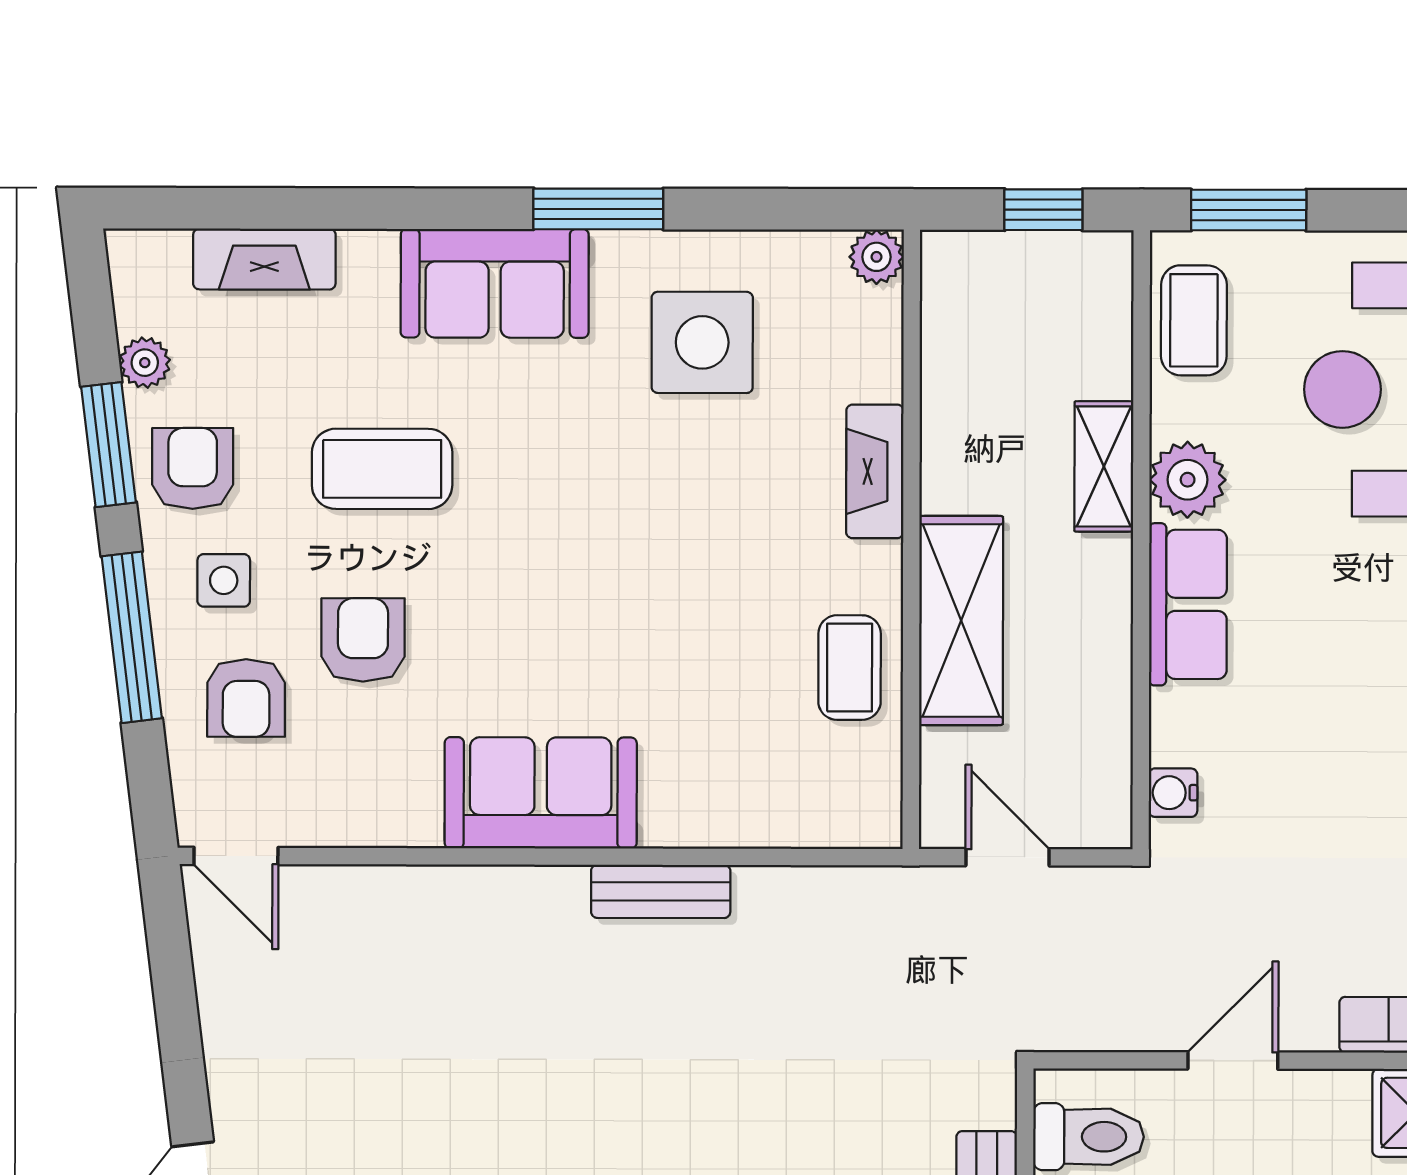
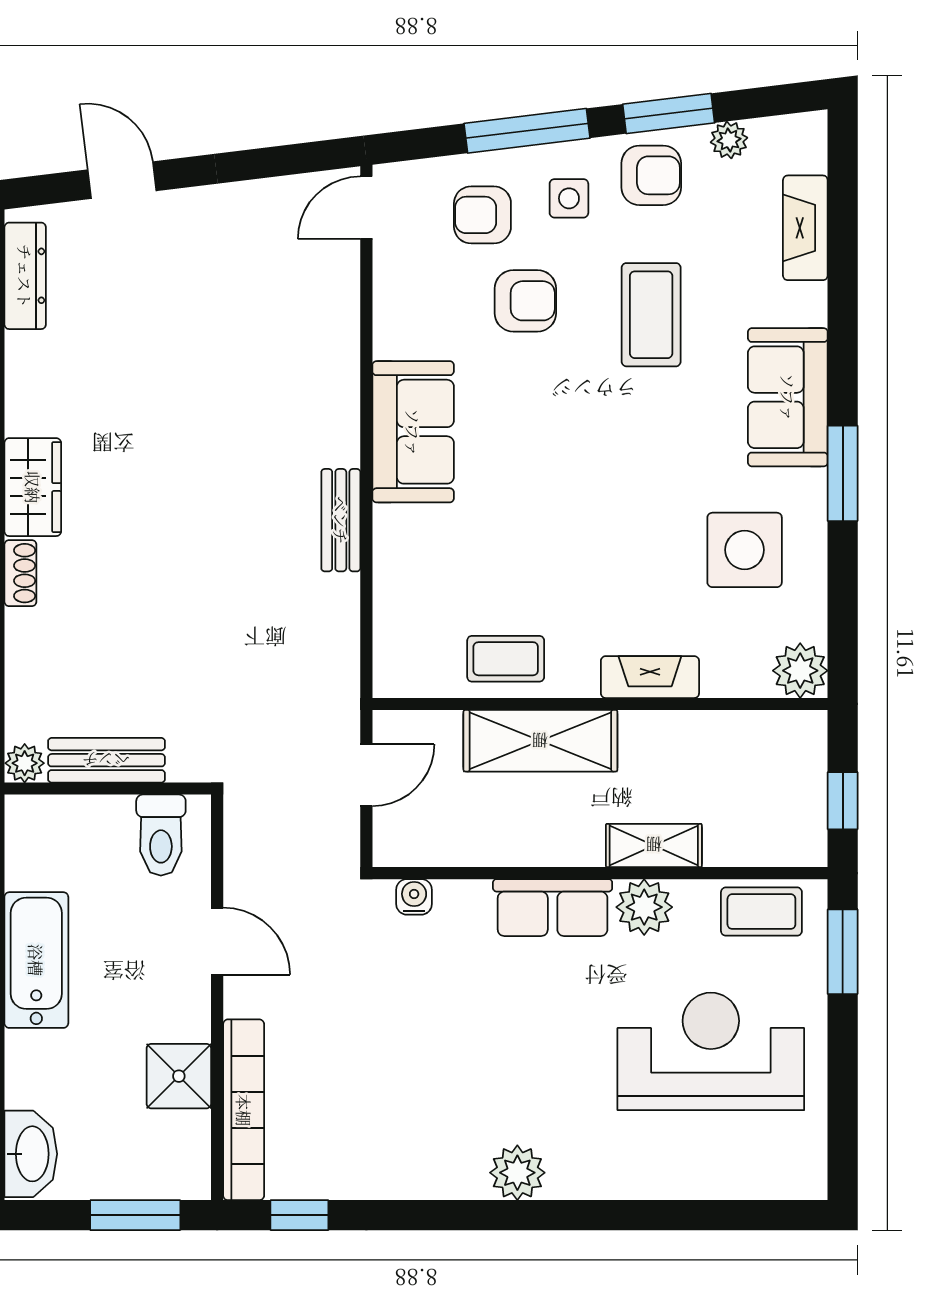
plant: (877, 257) -> (800, 671), width x1.38, depth x1.38

